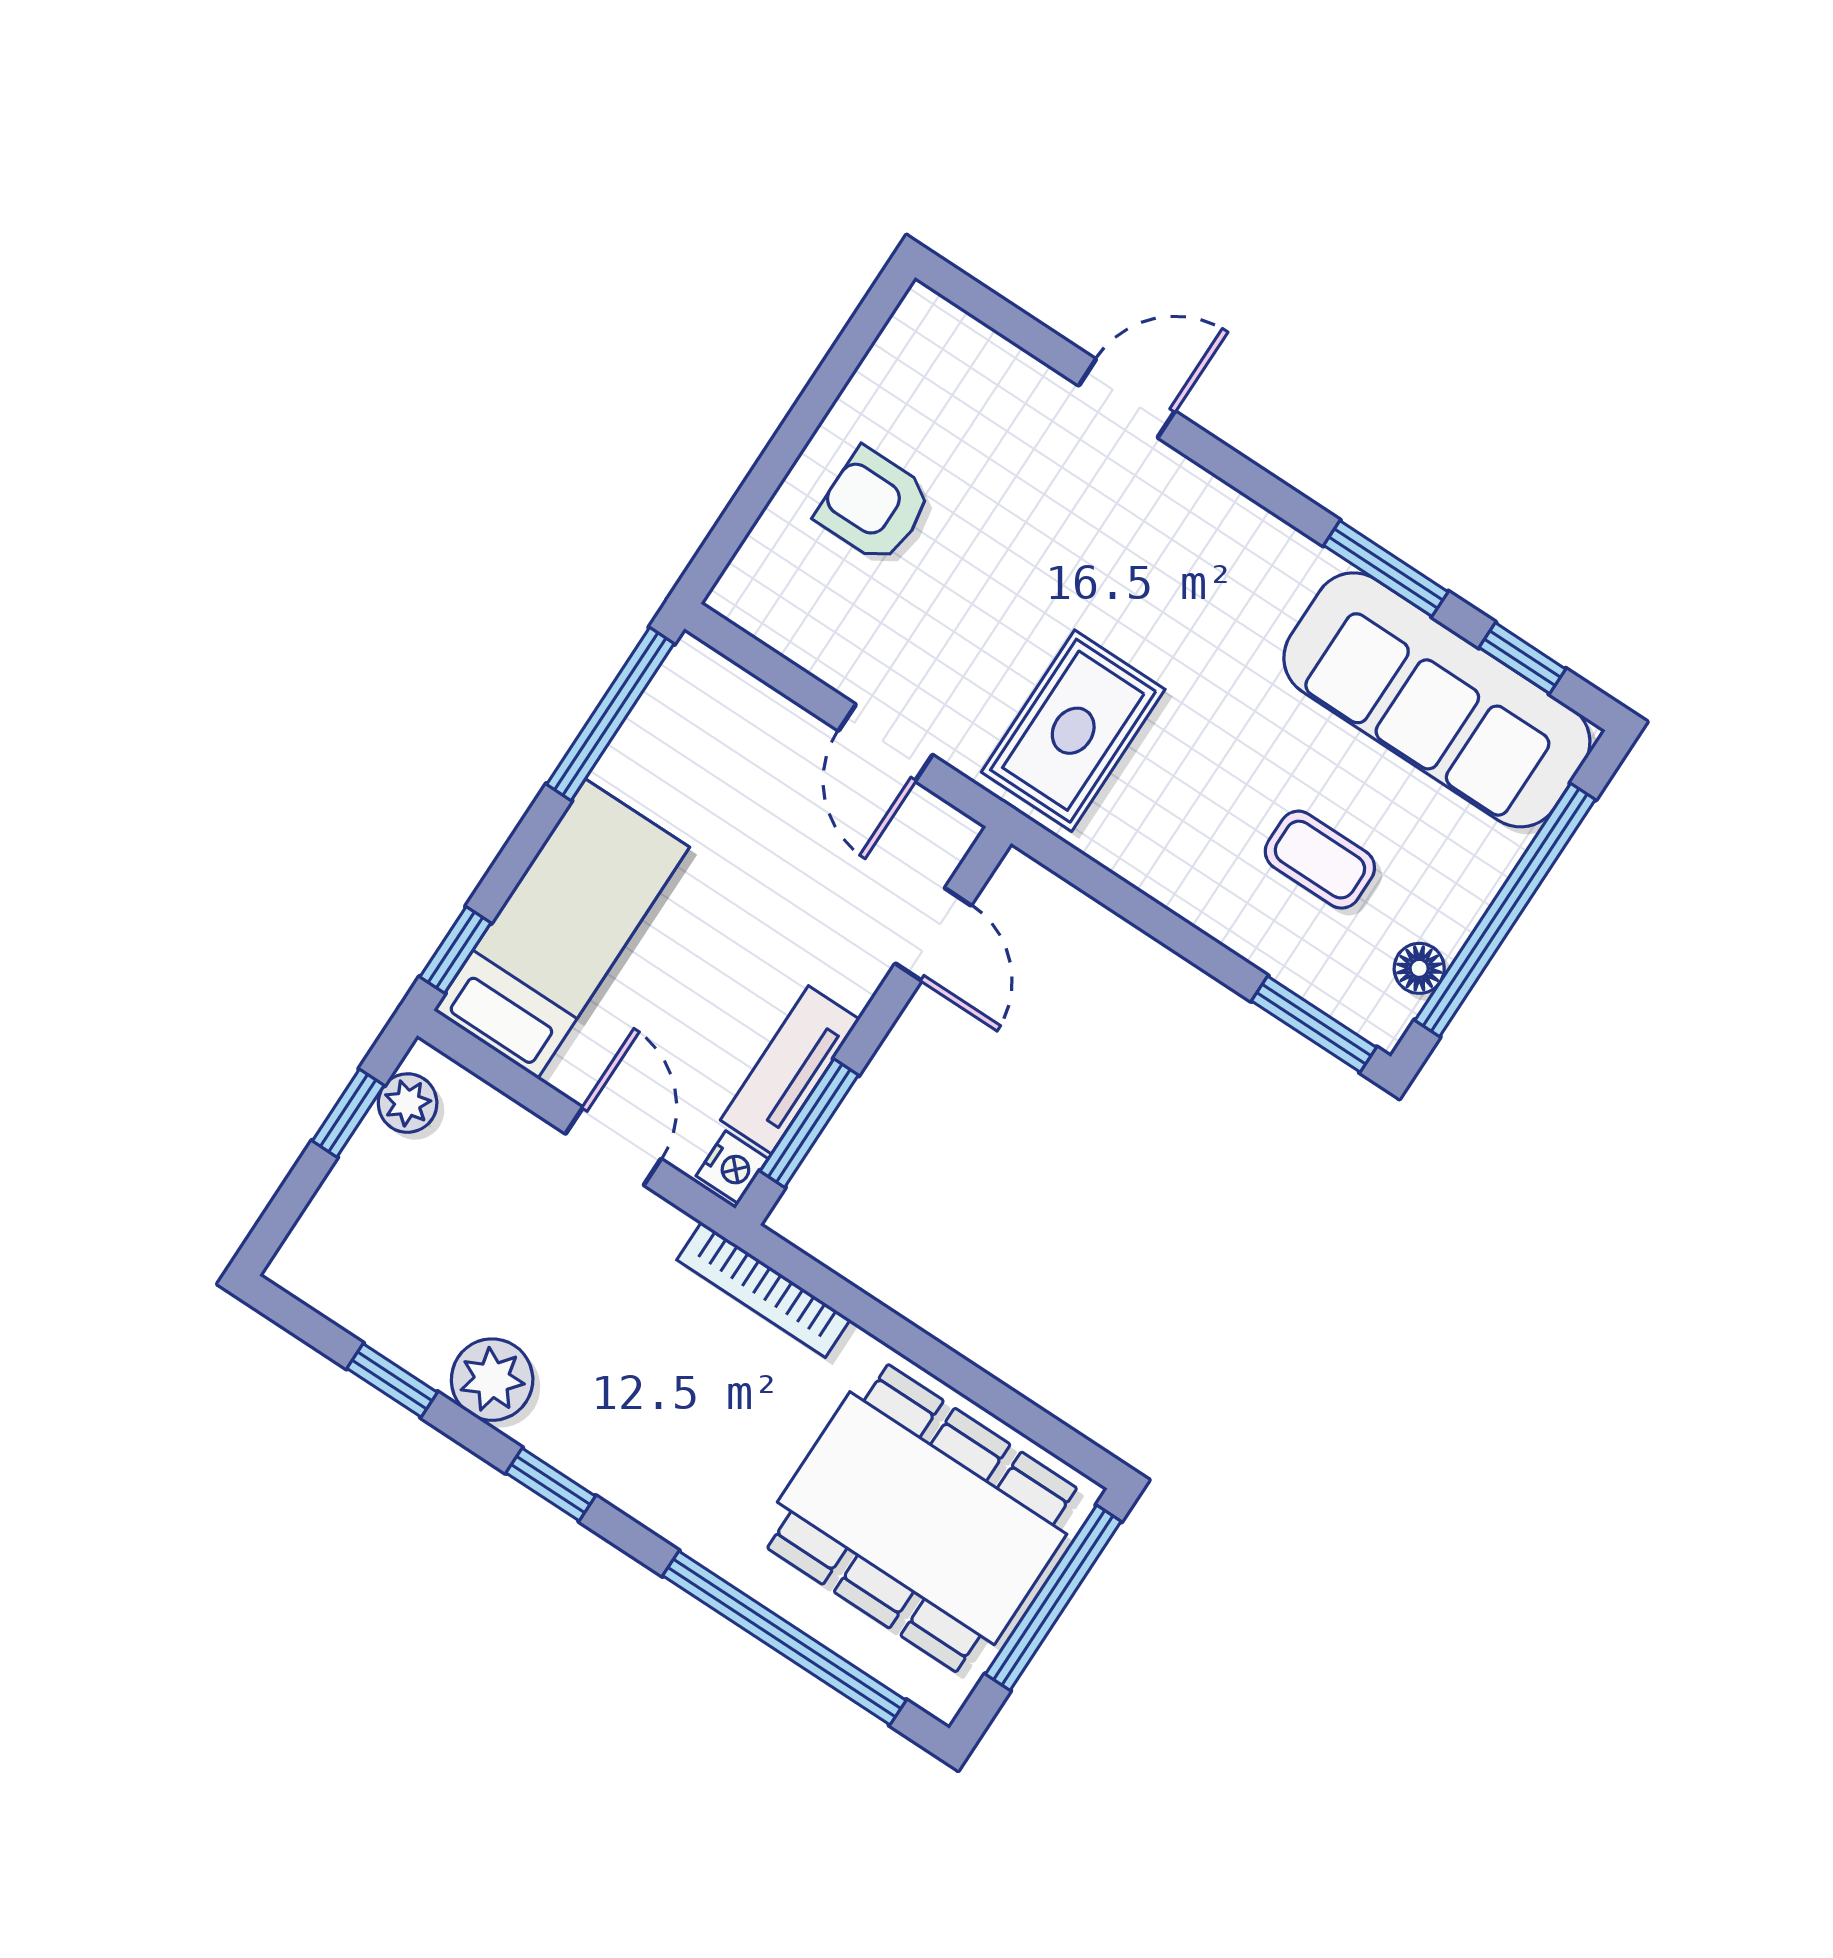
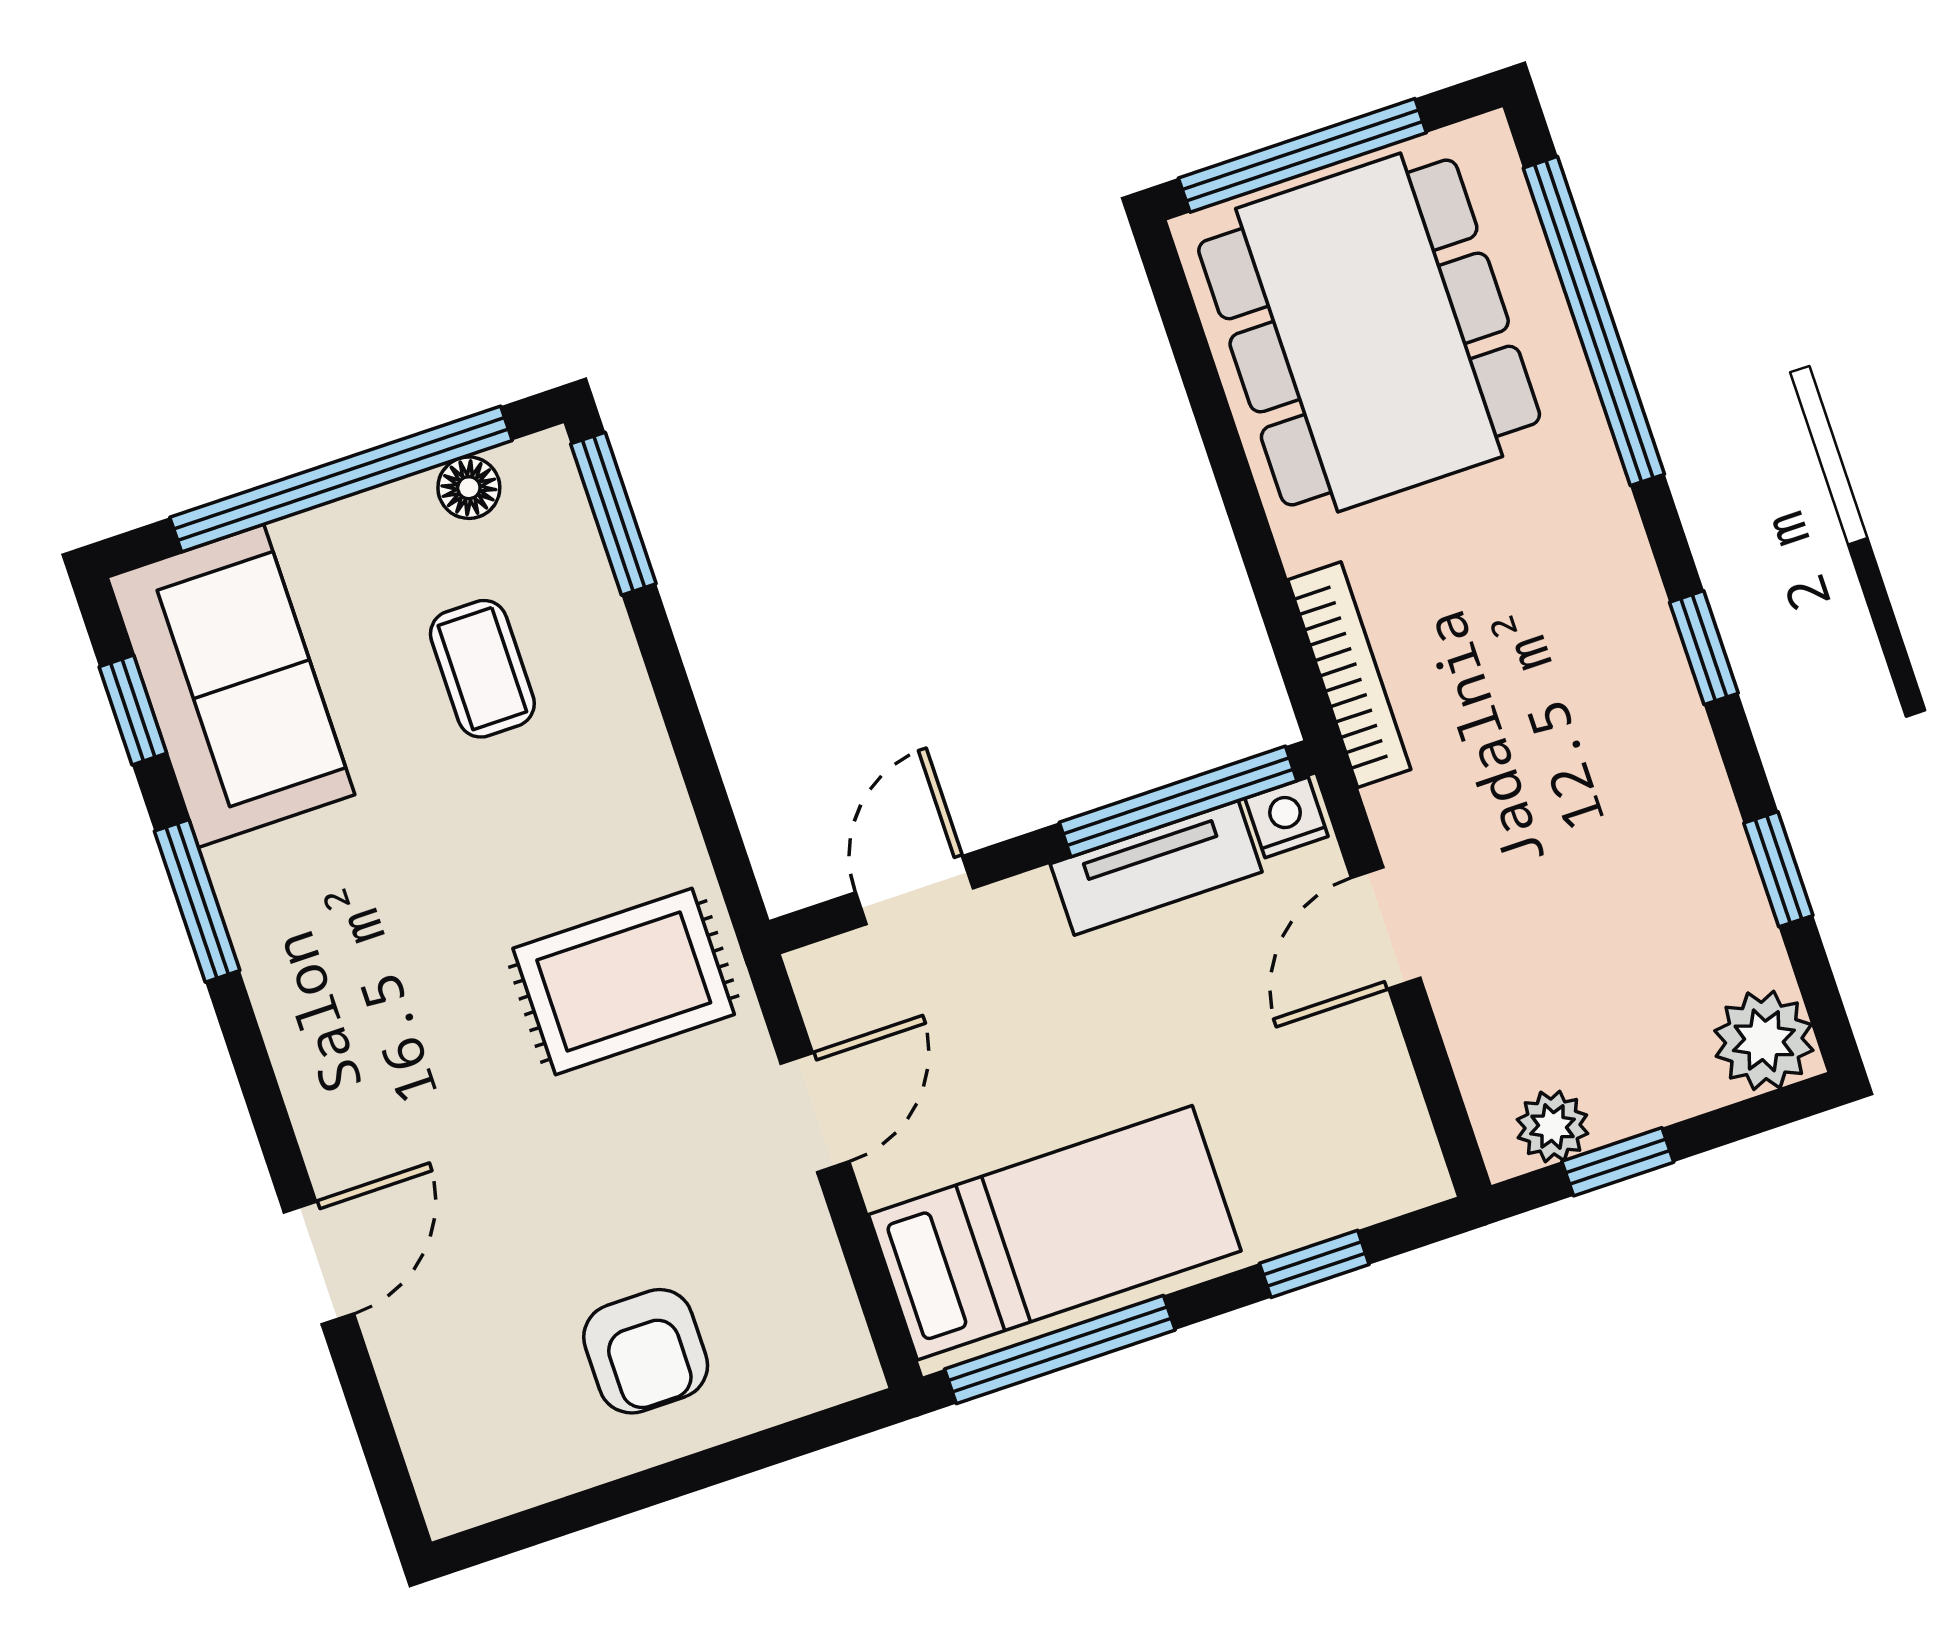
door: (1127, 398) -> (319, 1263), swing flipped
sofa: (1437, 700) -> (231, 686), width x0.73
bed: (562, 929) -> (1055, 1233), moved, turned 180
window: (455, 950) -> (1314, 1264), moved
window: (809, 1123) -> (1178, 801), width x1.44
plant: (492, 1380) -> (1764, 1040), moved

